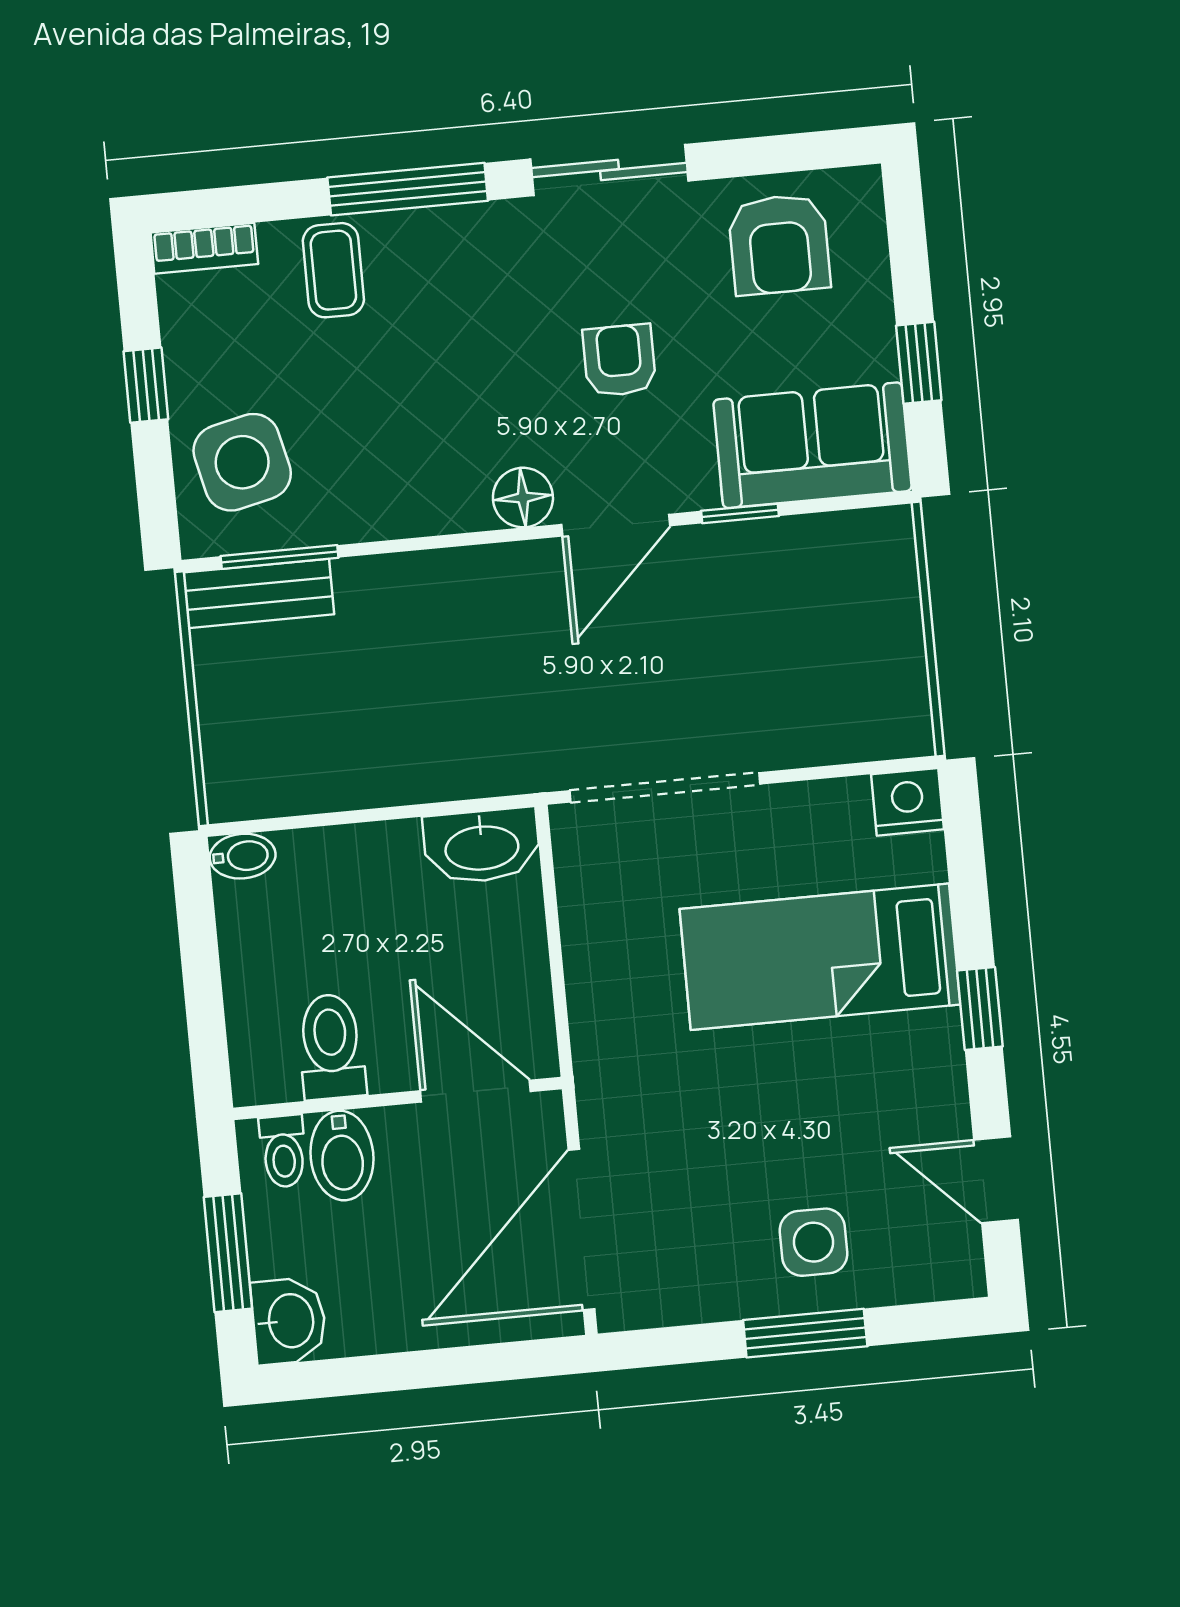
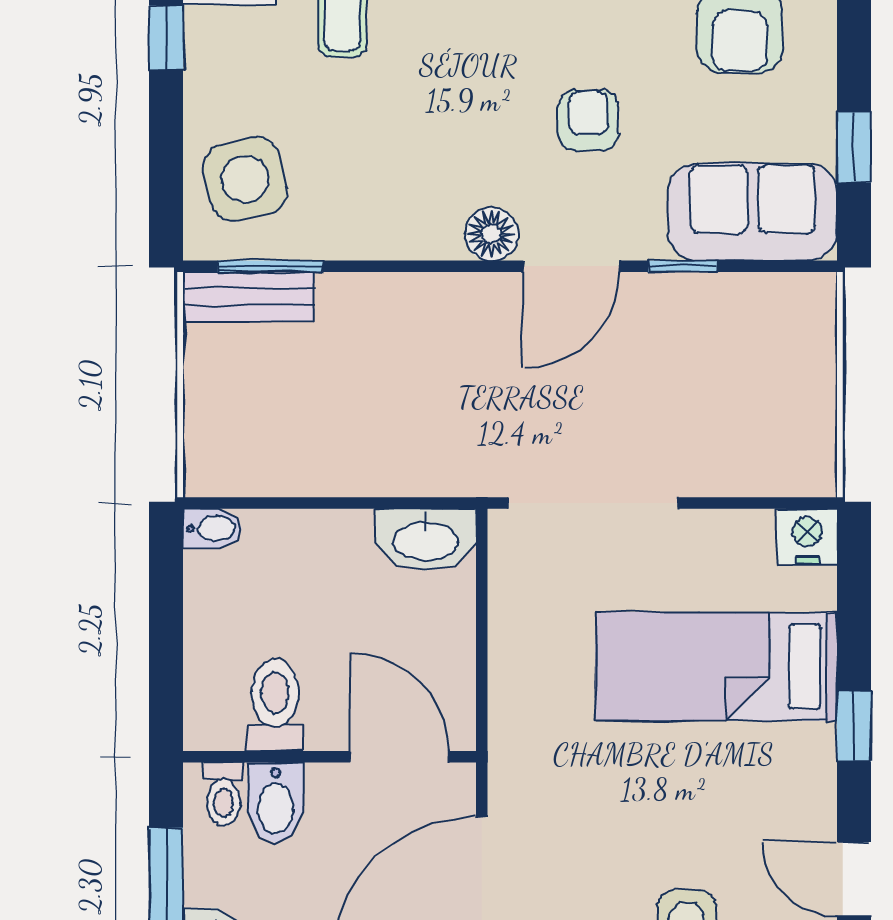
window: (146, 385) -> (166, 38), moved

